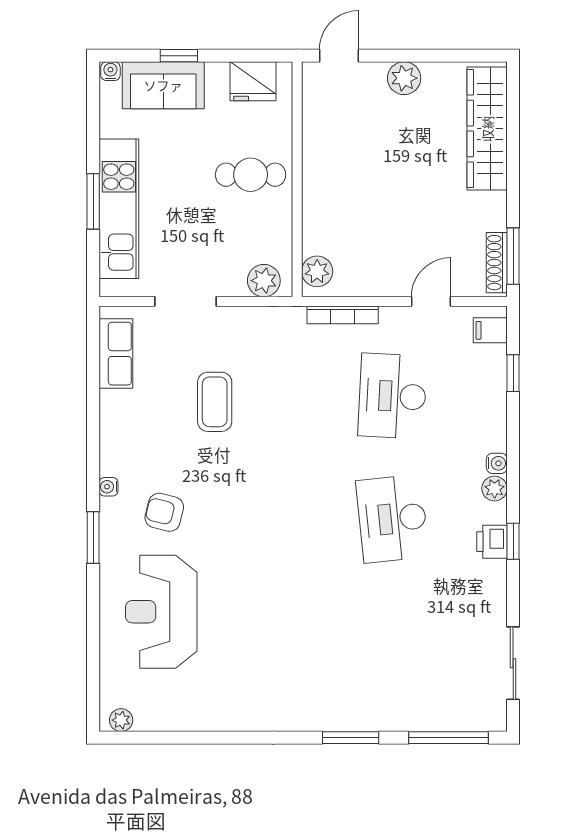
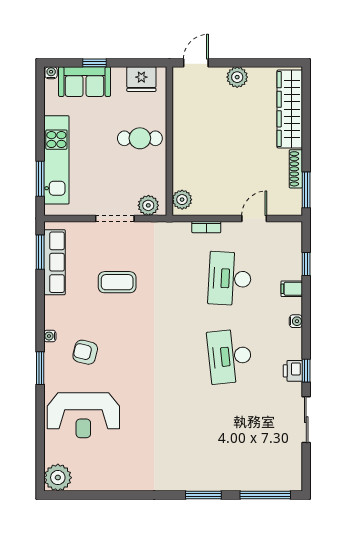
window: (93, 201) -> (40, 179), moved
shoe rack: (497, 263) -> (296, 169), moved
doorway: (185, 301) -> (115, 219), moved
bookcase: (343, 315) -> (206, 227), width x0.64
filing cabinet: (490, 330) -> (292, 289), moved
window: (93, 354) -> (40, 252), added
row of seats: (116, 354) -> (54, 262), width x1.48
coffee table: (215, 402) -> (117, 282), turned 90
plant: (495, 489) -> (294, 337), removed
reception desk: (161, 612) -> (83, 415), turned -90
sliding door: (513, 663) -> (306, 420), moved
plant: (121, 720) -> (58, 478), width x1.88, depth x1.88

